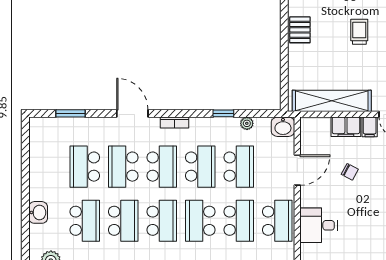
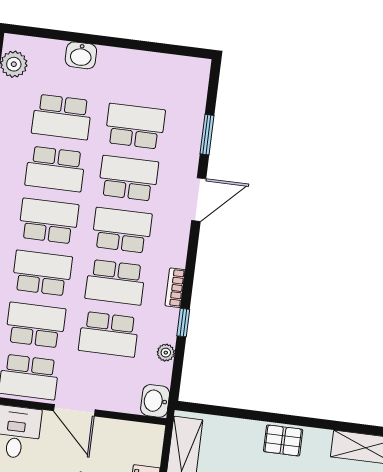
window: (70, 113) -> (207, 135), moved
bookcase: (174, 123) -> (175, 288), moved
school desk: (162, 167) -> (122, 230), turned 180
door: (297, 170) -> (74, 410), moved
school desk: (162, 221) -> (49, 221), turned 180
school desk: (239, 221) -> (36, 325), turned 180

